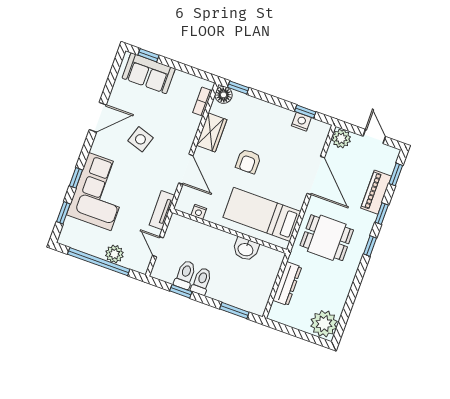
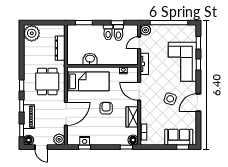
floor lamp: (390, 155) -> (29, 140), added
door: (316, 175) -> (66, 114), swing flipped
dining table: (327, 238) -> (47, 81), turned 90
door: (158, 247) -> (139, 43), swing flipped
plant: (114, 254) -> (145, 30), moved

